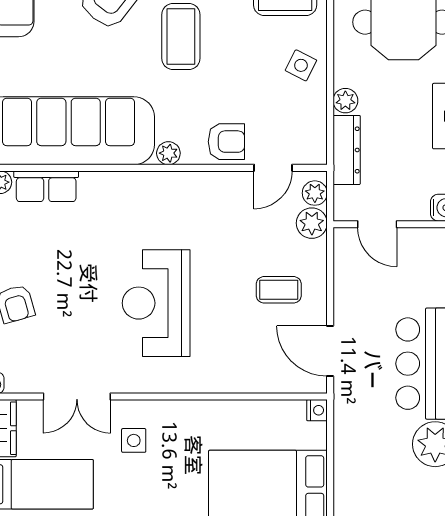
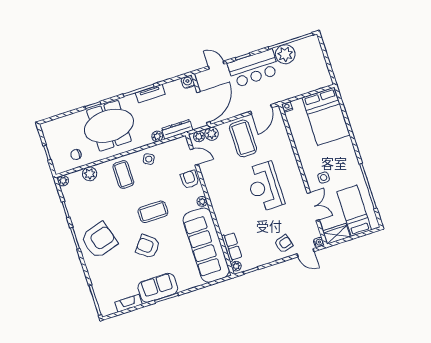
door: (377, 224) -> (203, 107), width x1.88
coffee table: (279, 290) -> (243, 138), width x1.86, depth x1.72
reception desk: (156, 303) -> (265, 187), turned 90

